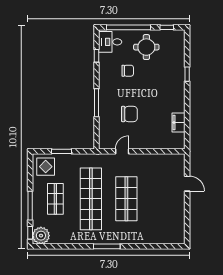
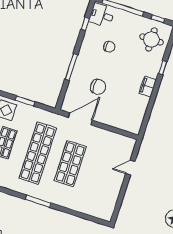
round table: (146, 47) -> (151, 39), moved
filing cabinet: (178, 123) -> (148, 86), moved
door: (122, 151) -> (80, 119), width x1.88
door: (187, 184) -> (130, 168), swing flipped

